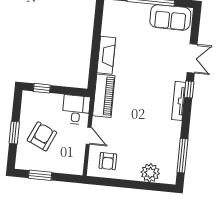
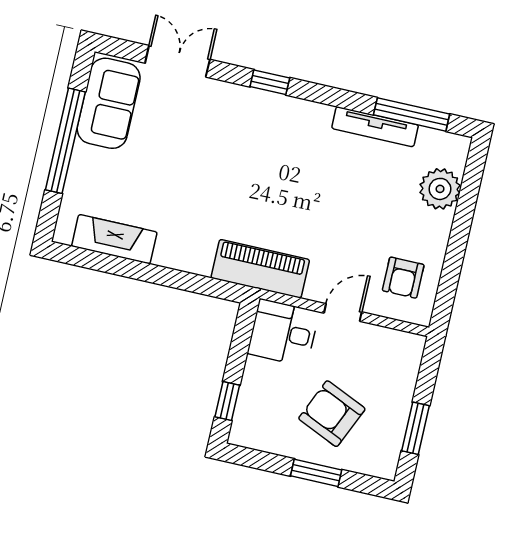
fireplace: (106, 55) -> (114, 239), moved
double door: (192, 58) -> (177, 61), moved
tv unit: (179, 101) -> (375, 127), moved
armchair: (108, 161) -> (403, 278), turned 90

